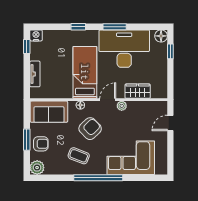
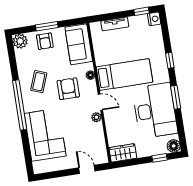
wardrobe: (138, 91) -> (123, 153), moved, turned -90
armchair: (90, 129) -> (68, 89), turned -136

